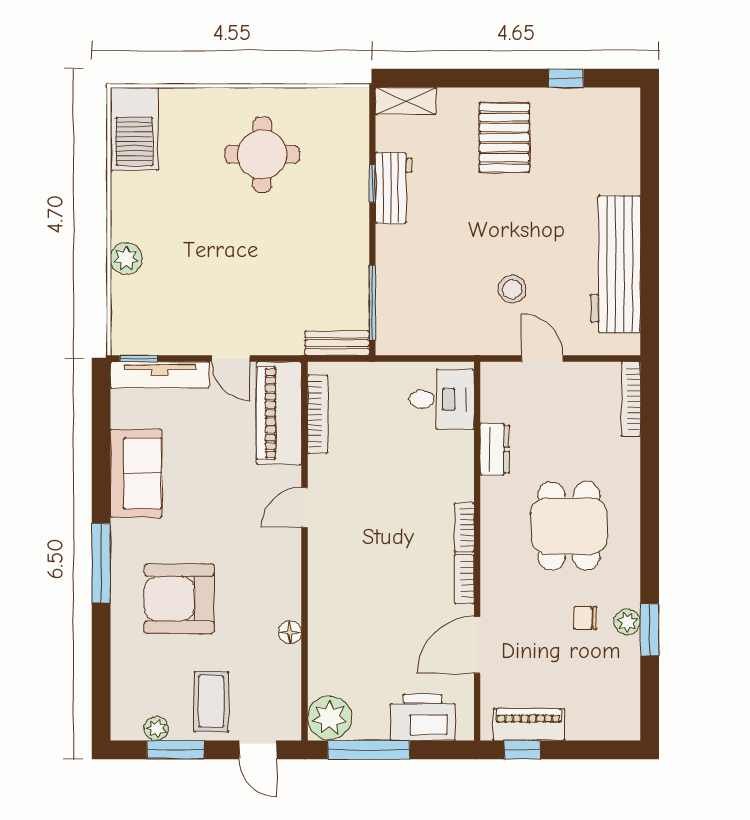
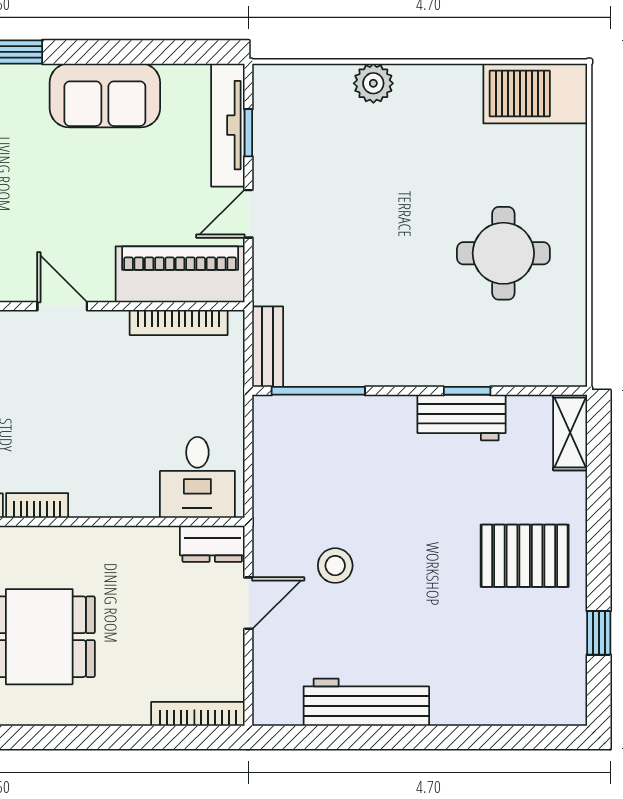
workbench: (615, 264) -> (366, 702), width x0.73, depth x0.76
window: (139, 359) -> (248, 133), moved
dresser: (495, 449) -> (212, 544), moved

